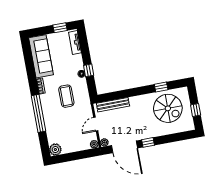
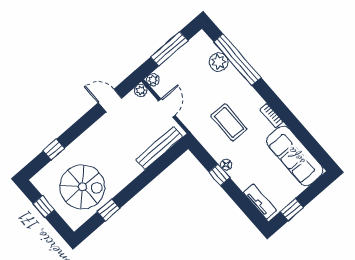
spiral stairs: (168, 108) -> (82, 187), turned 180
window: (38, 113) -> (237, 60), moved
window: (148, 142) -> (54, 150), moved
door: (125, 147) -> (110, 101), width x0.53
plant: (55, 150) -> (219, 62), moved
window: (75, 156) -> (169, 49), added

